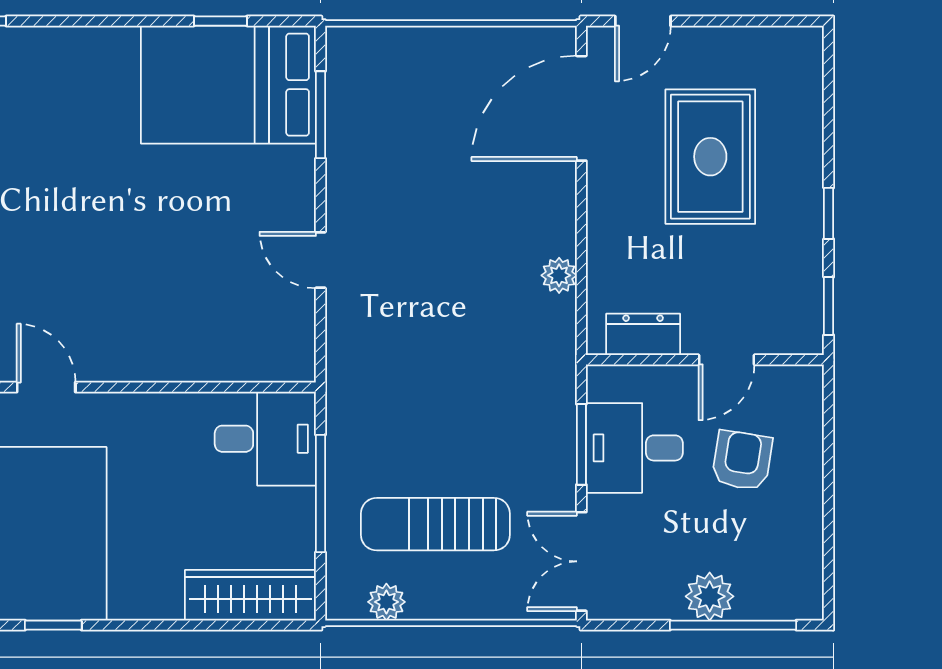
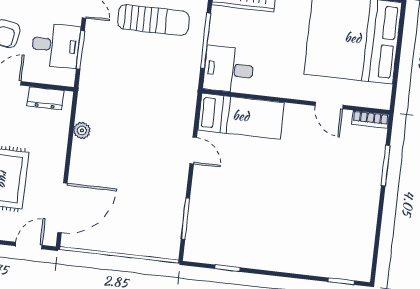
bed: (228, 85) -> (241, 116), moved, width x0.67

